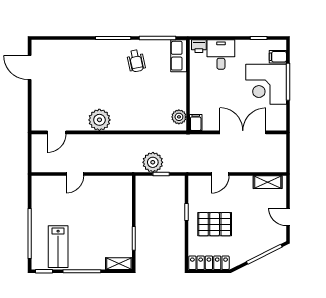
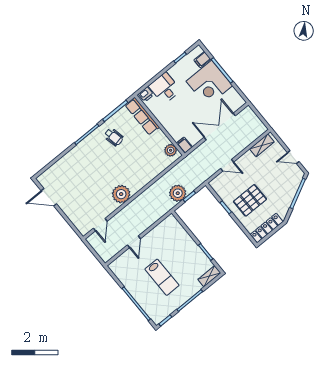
row of seats: (179, 56) -> (142, 116), width x1.48
door: (220, 174) -> (227, 165), hinge flipped
lab bench: (58, 247) -> (162, 277), moved

